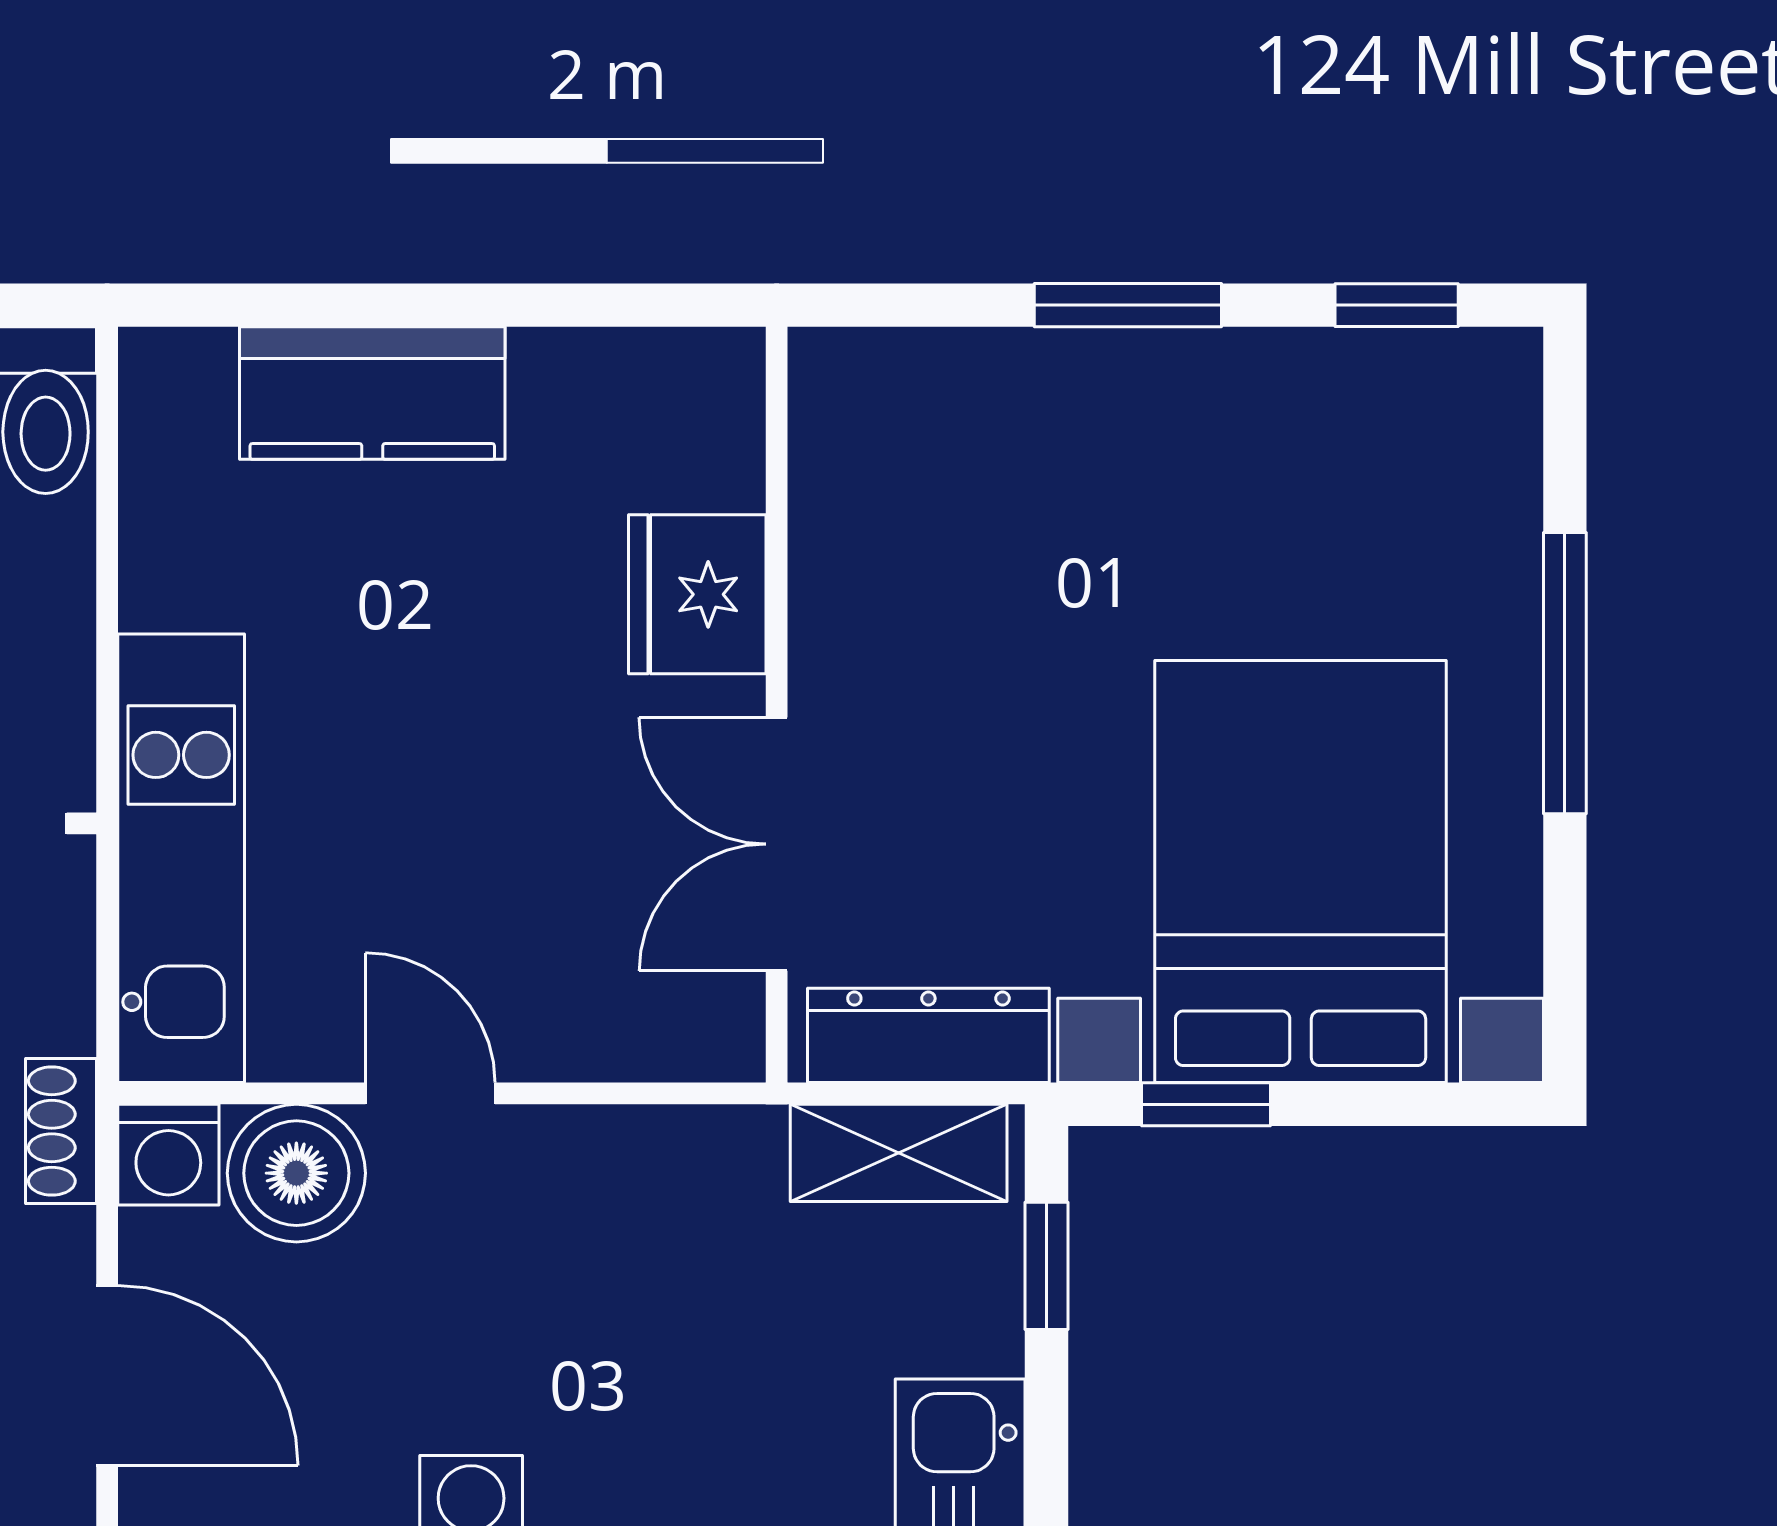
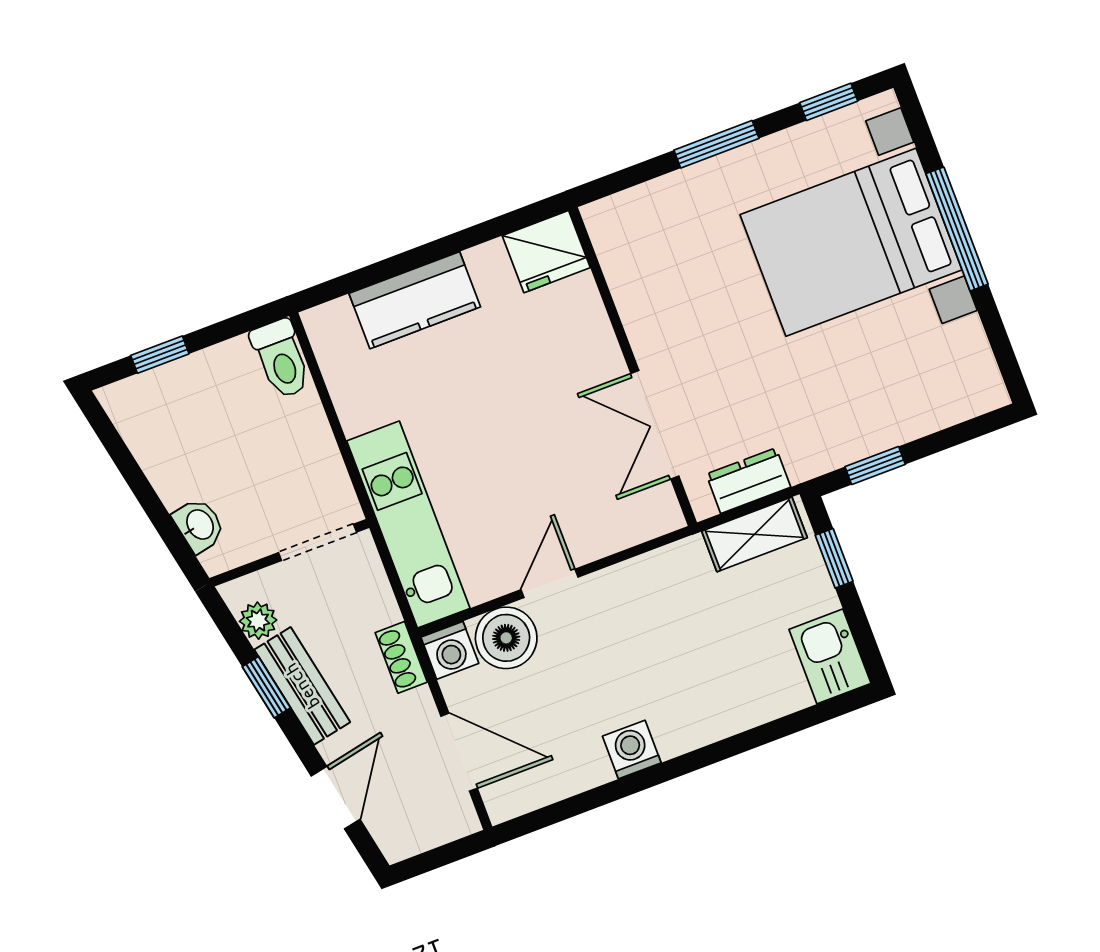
fridge: (697, 594) -> (546, 252), moved, turned -90
bed with nightstands: (1301, 872) -> (851, 242), moved, turned -90
dresser: (928, 1035) -> (748, 481), width x0.70
door: (430, 1093) -> (549, 583), hinge flipped

